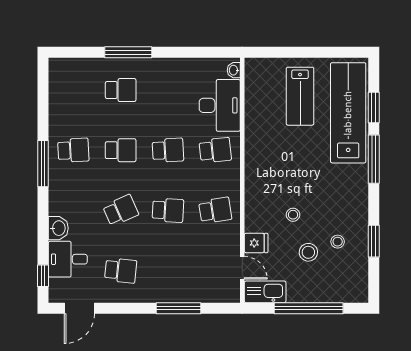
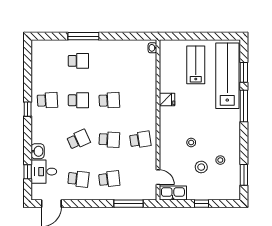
lab bench: (300, 96) -> (196, 65), turned 180
desk: (220, 105) -> (143, 71), removed
school desk: (215, 150) -> (109, 179), moved
window: (43, 164) -> (28, 109), width x0.46
window: (374, 241) -> (244, 175), moved
fridge: (256, 243) -> (167, 99), moved
window: (43, 276) -> (28, 172), moved
window: (178, 308) -> (128, 204), moved
window: (309, 308) -> (201, 204), width x0.32

